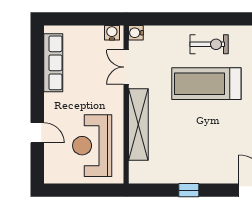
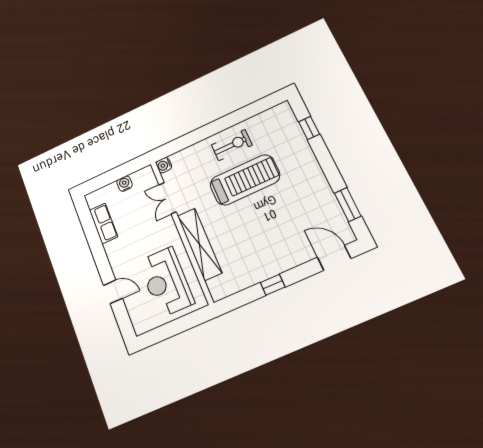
water cooler: (112, 33) -> (125, 184), moved
row of seats: (53, 63) -> (104, 224), width x0.68
treadmill: (206, 84) -> (245, 180), turned 180

